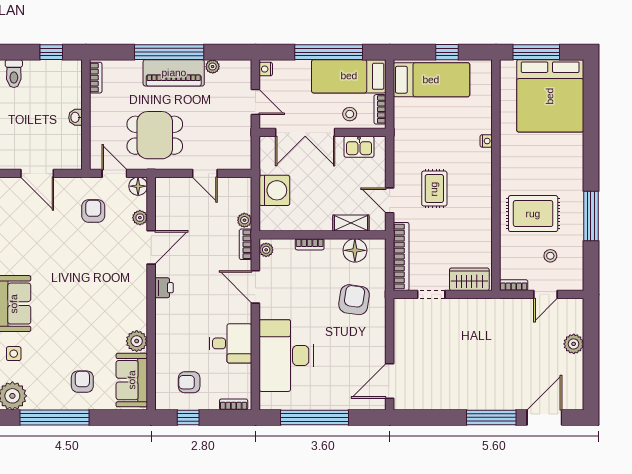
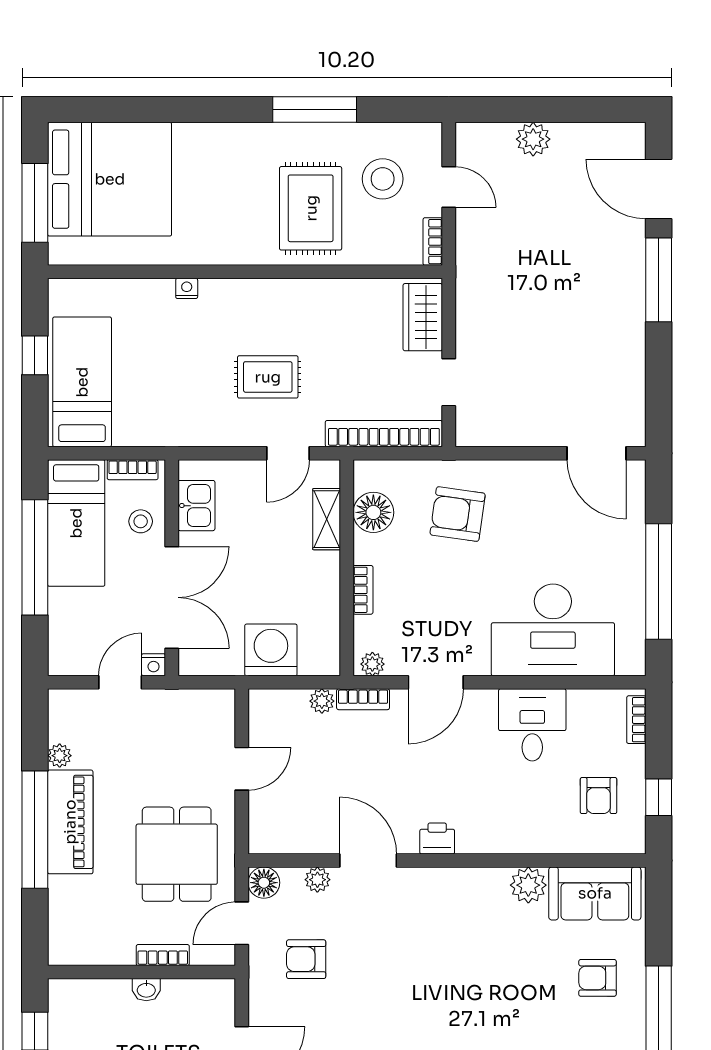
nightstand: (266, 69) -> (154, 665), moved
bookcase: (96, 78) -> (163, 955), moved
stool: (550, 256) -> (383, 179), width x1.89, depth x1.89

